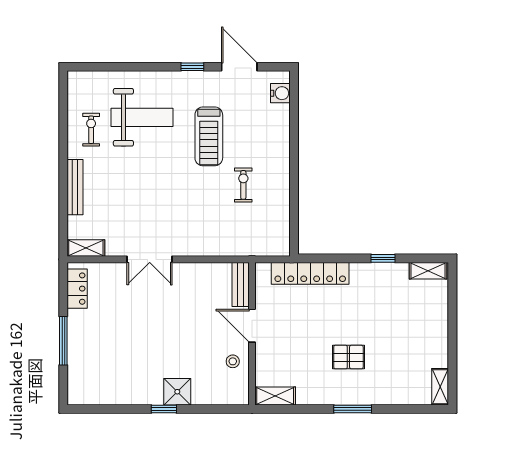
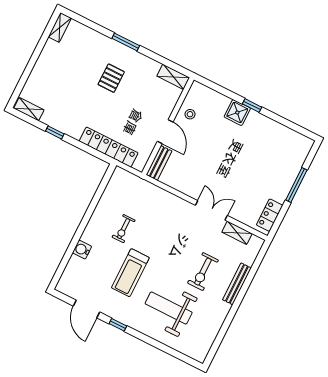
water cooler: (280, 93) -> (82, 250), moved
exercise bike: (91, 130) -> (203, 272), moved, width x1.38, depth x1.39
treadmill: (209, 136) -> (130, 273), turned 180
shelving: (86, 248) -> (237, 233), moved
pallet: (348, 357) -> (111, 78), turned 90

